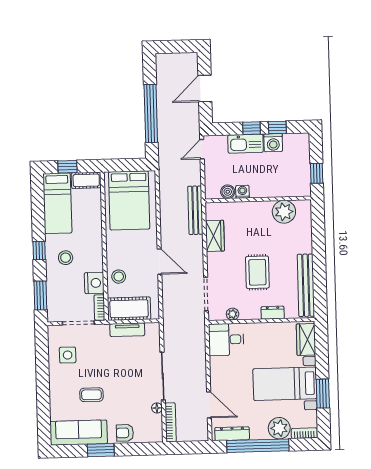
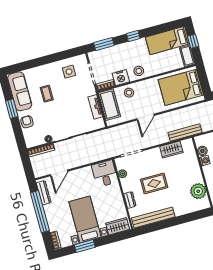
stool: (66, 258) -> (139, 71), moved
plant: (279, 428) -> (55, 223), removed

